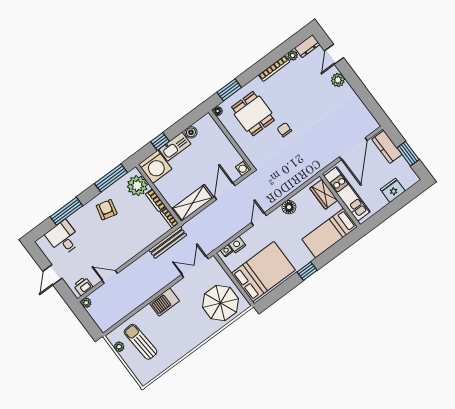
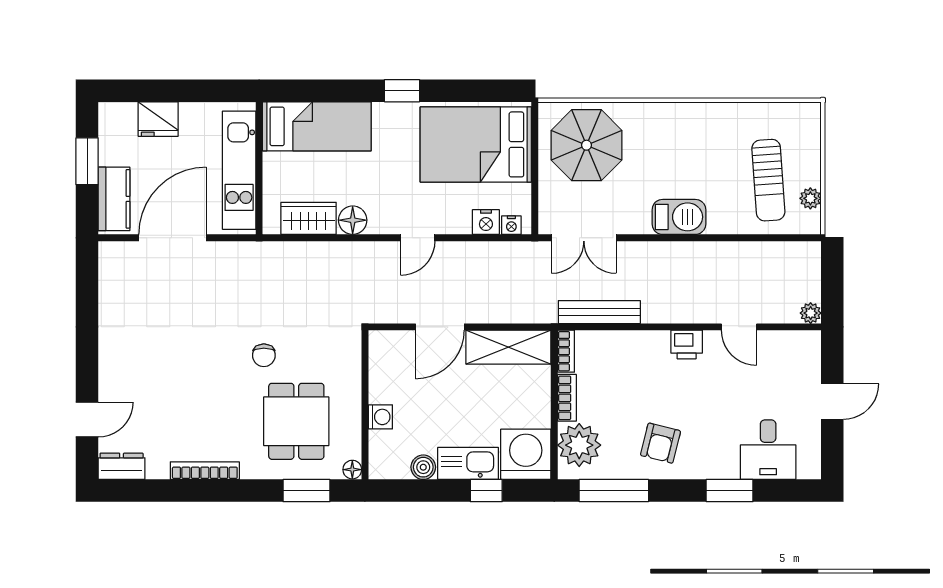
plant: (293, 55) -> (158, 469), removed
plant: (338, 80) -> (113, 372), removed
washing machine: (243, 168) -> (380, 417), moved
wardrobe: (324, 194) -> (309, 218), moved, turned -90
window: (66, 211) -> (730, 491), width x0.69
printer: (83, 286) -> (687, 345), moved

